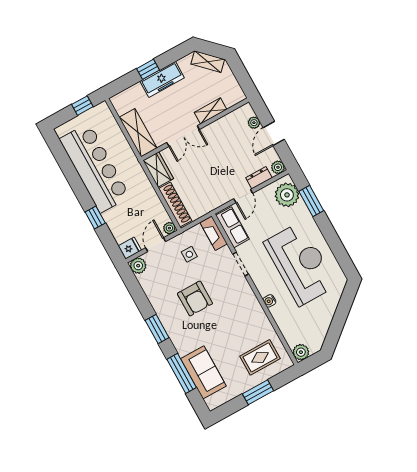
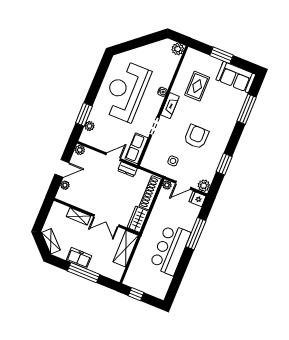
window: (148, 69) -> (84, 273), width x2.17
freezer: (162, 79) -> (79, 258), width x0.71
double door: (183, 136) -> (106, 221), swing flipped
bar counter: (95, 168) -> (170, 250), width x0.73
dresser: (259, 178) -> (127, 169), moved
plant: (287, 195) -> (90, 126), width x0.53, depth x0.53
window: (95, 217) -> (196, 234), width x2.17
fireplace: (214, 233) -> (170, 106), moved
window: (157, 329) -> (224, 164), moved
rug: (260, 357) -> (197, 86), moved, turned 90
sofa: (203, 372) -> (236, 77), moved, turned -90

